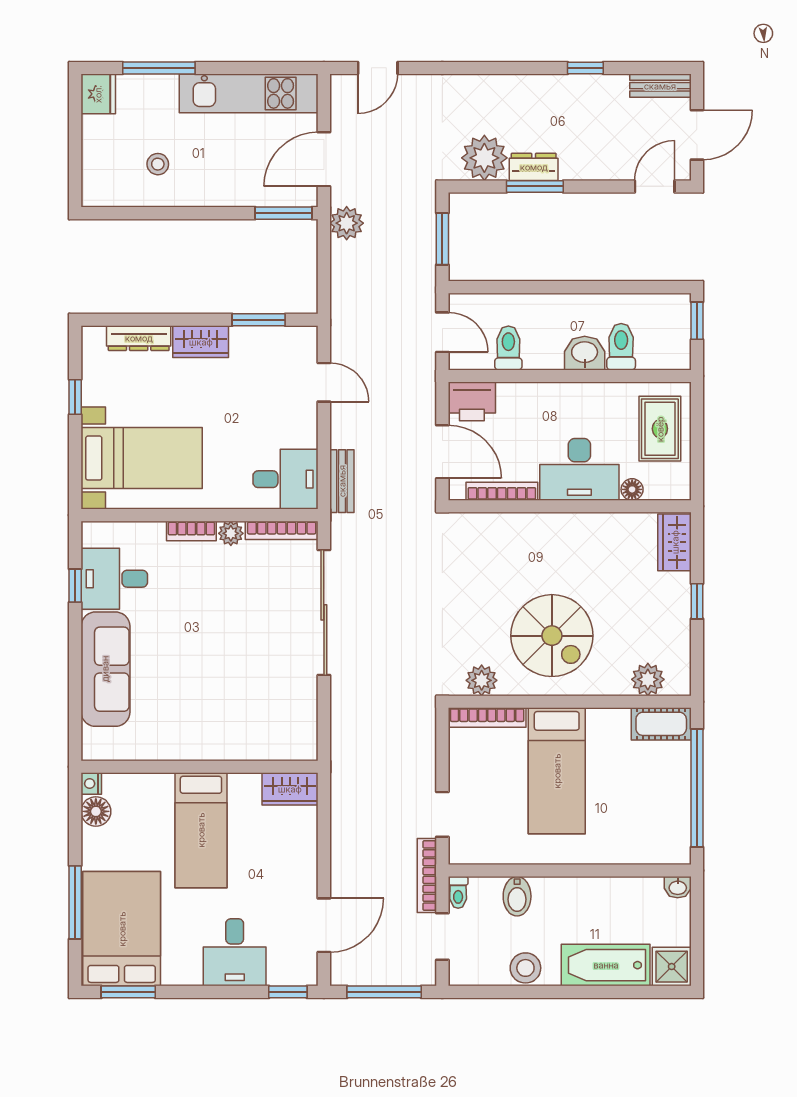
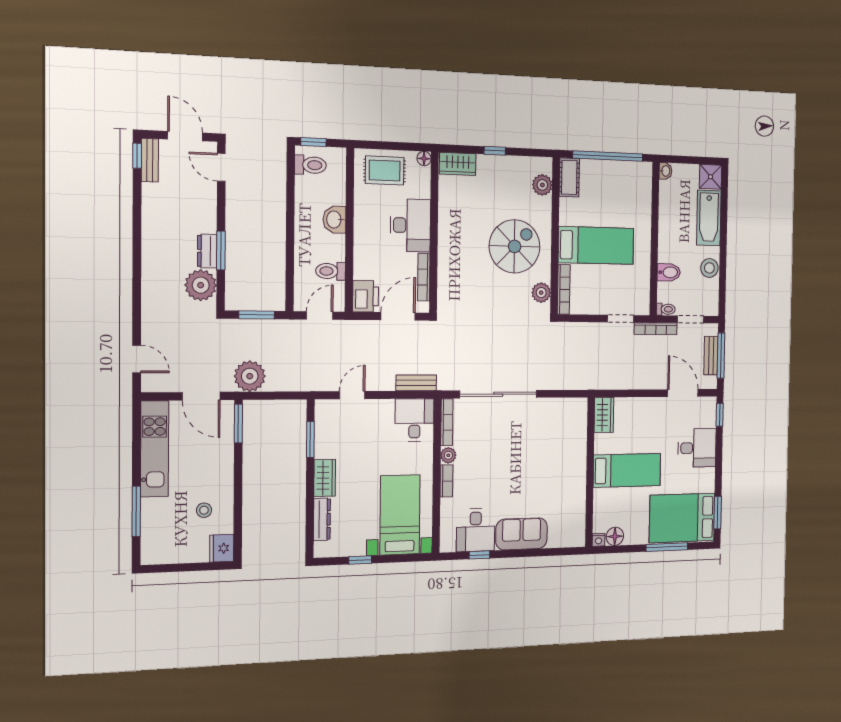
window: (585, 68) -> (137, 156), moved
fridge: (98, 94) -> (222, 548), moved, turned -90
plant: (347, 223) -> (250, 376), width x1.36, depth x1.36
toilet: (621, 347) -> (310, 165), moved, turned 180
floor lamp: (632, 489) -> (424, 159), moved
sofa: (105, 669) -> (522, 534), width x0.73
bench: (384, 974) -> (711, 356), added

